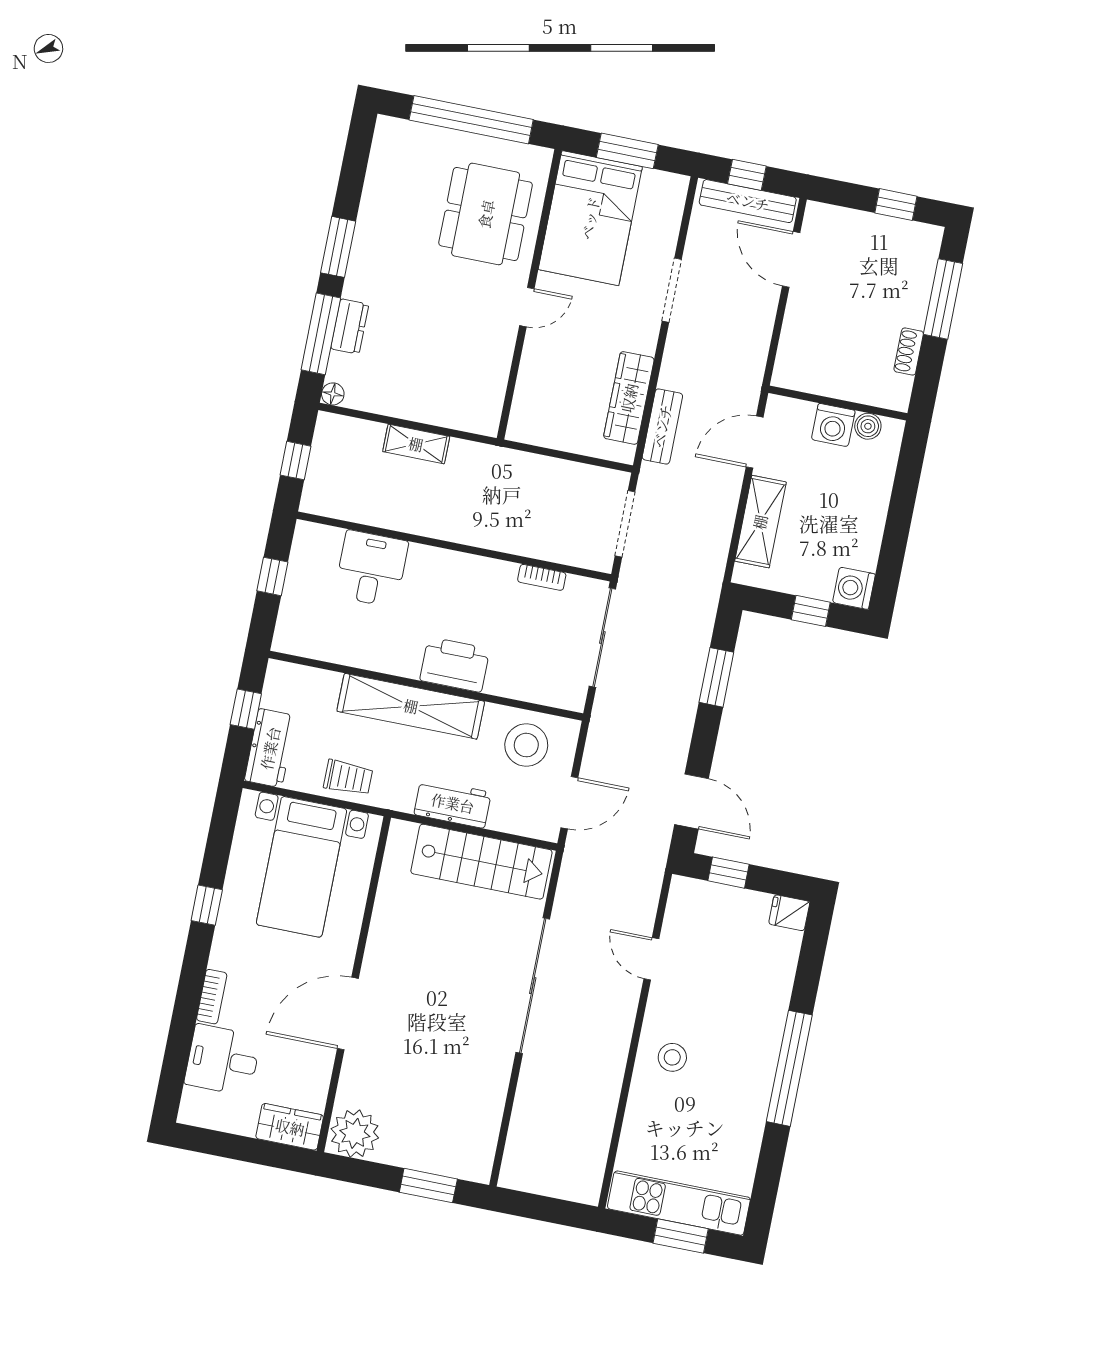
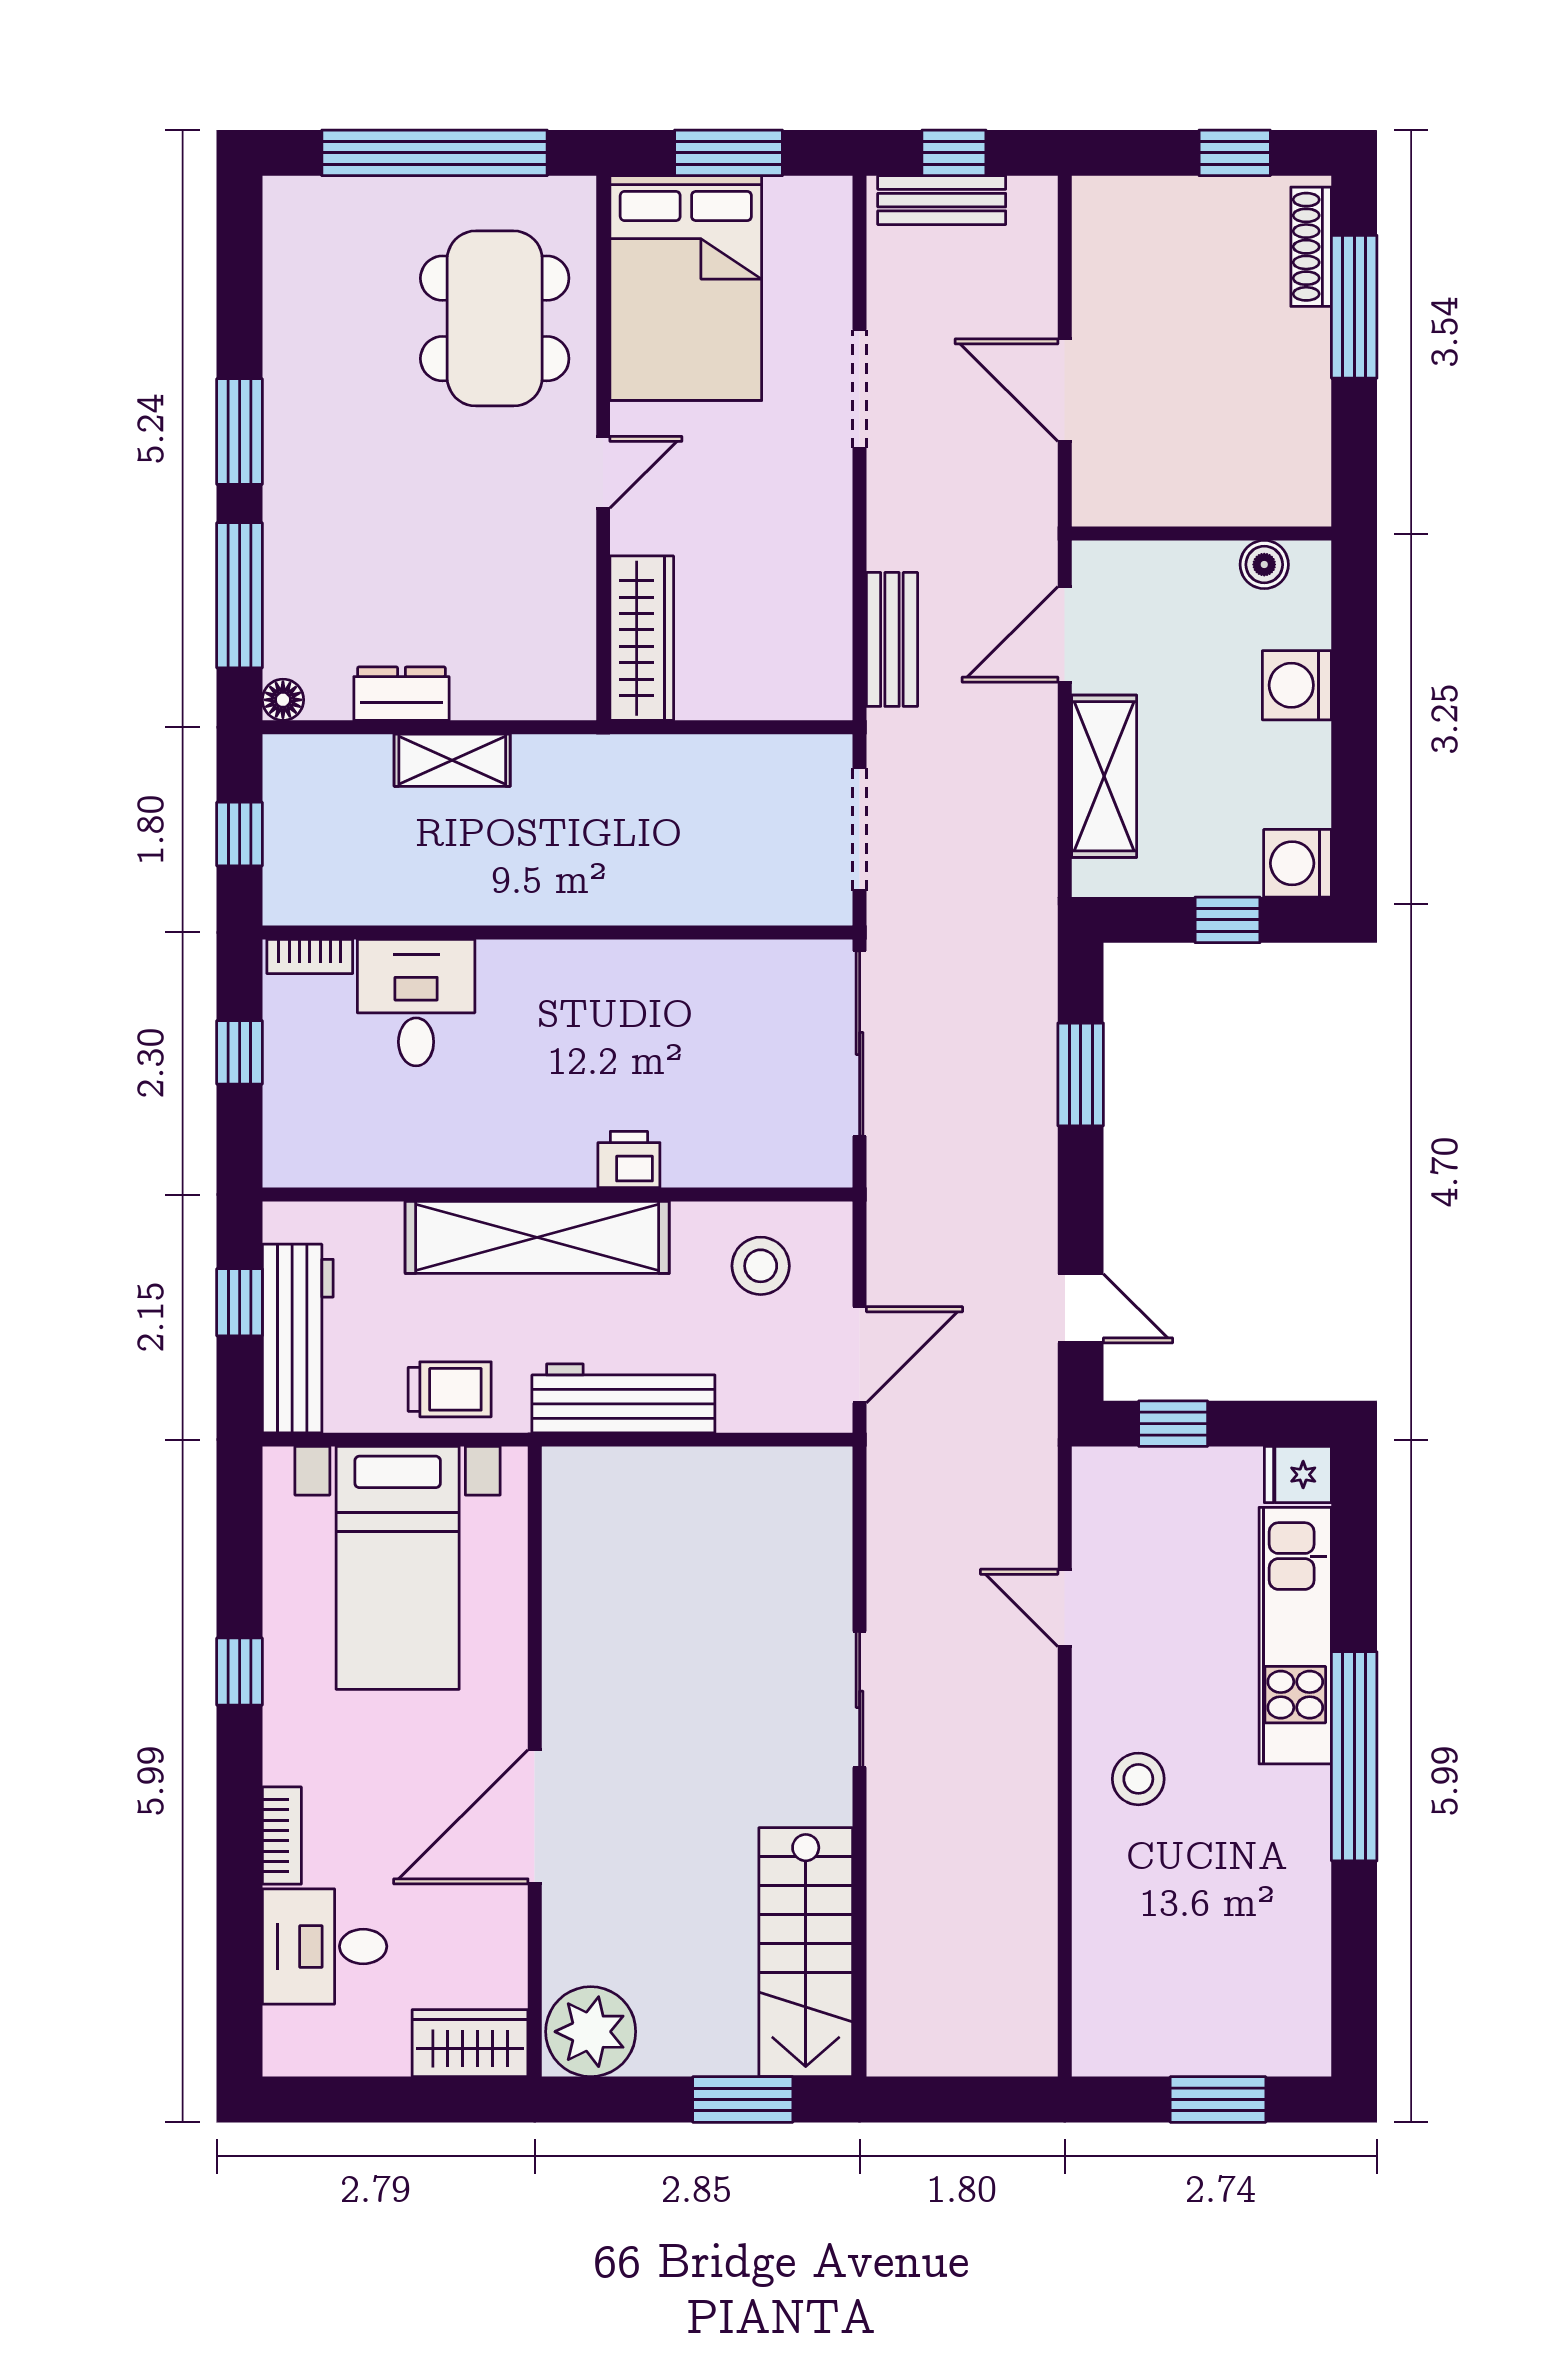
bench: (748, 201) -> (942, 200), width x0.73
door: (791, 259) -> (1065, 390), moved
dresser: (350, 326) -> (401, 694), moved, turned -90
shoe rack: (909, 351) -> (1311, 247), moved, width x1.43
wardrobe: (629, 398) -> (642, 638), moved, turned 180
washing machine: (833, 425) -> (1297, 685), moved, turned 90
bookcase: (542, 577) -> (310, 956), moved
printer: (455, 665) -> (629, 1160), width x0.53, depth x0.68
stool: (526, 745) -> (761, 1266), width x0.73, depth x0.73
workbench: (270, 748) -> (298, 1338), width x1.37
door: (692, 802) -> (1081, 1308), width x0.73
workbench: (453, 803) -> (623, 1398), width x1.38
stairs: (481, 862) -> (806, 1952), moved, turned 90
sliding door: (533, 986) -> (860, 1699), width x0.54
kitchen unit: (679, 1203) -> (1295, 1636), moved, turned -90

